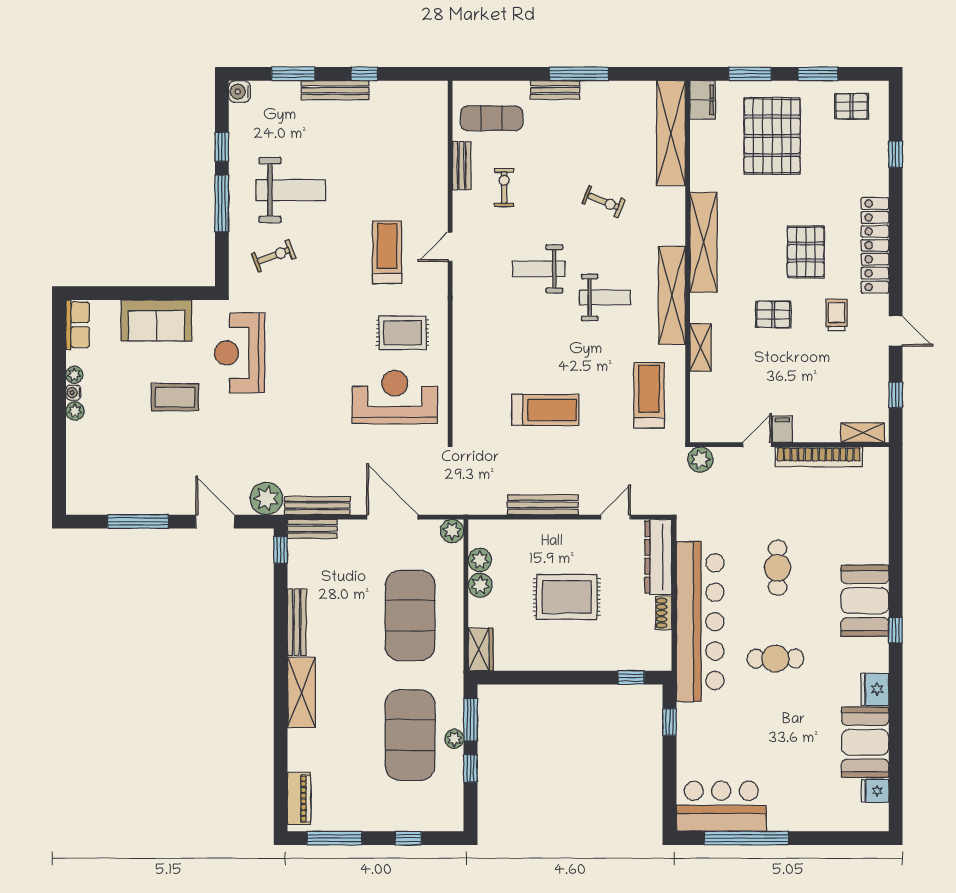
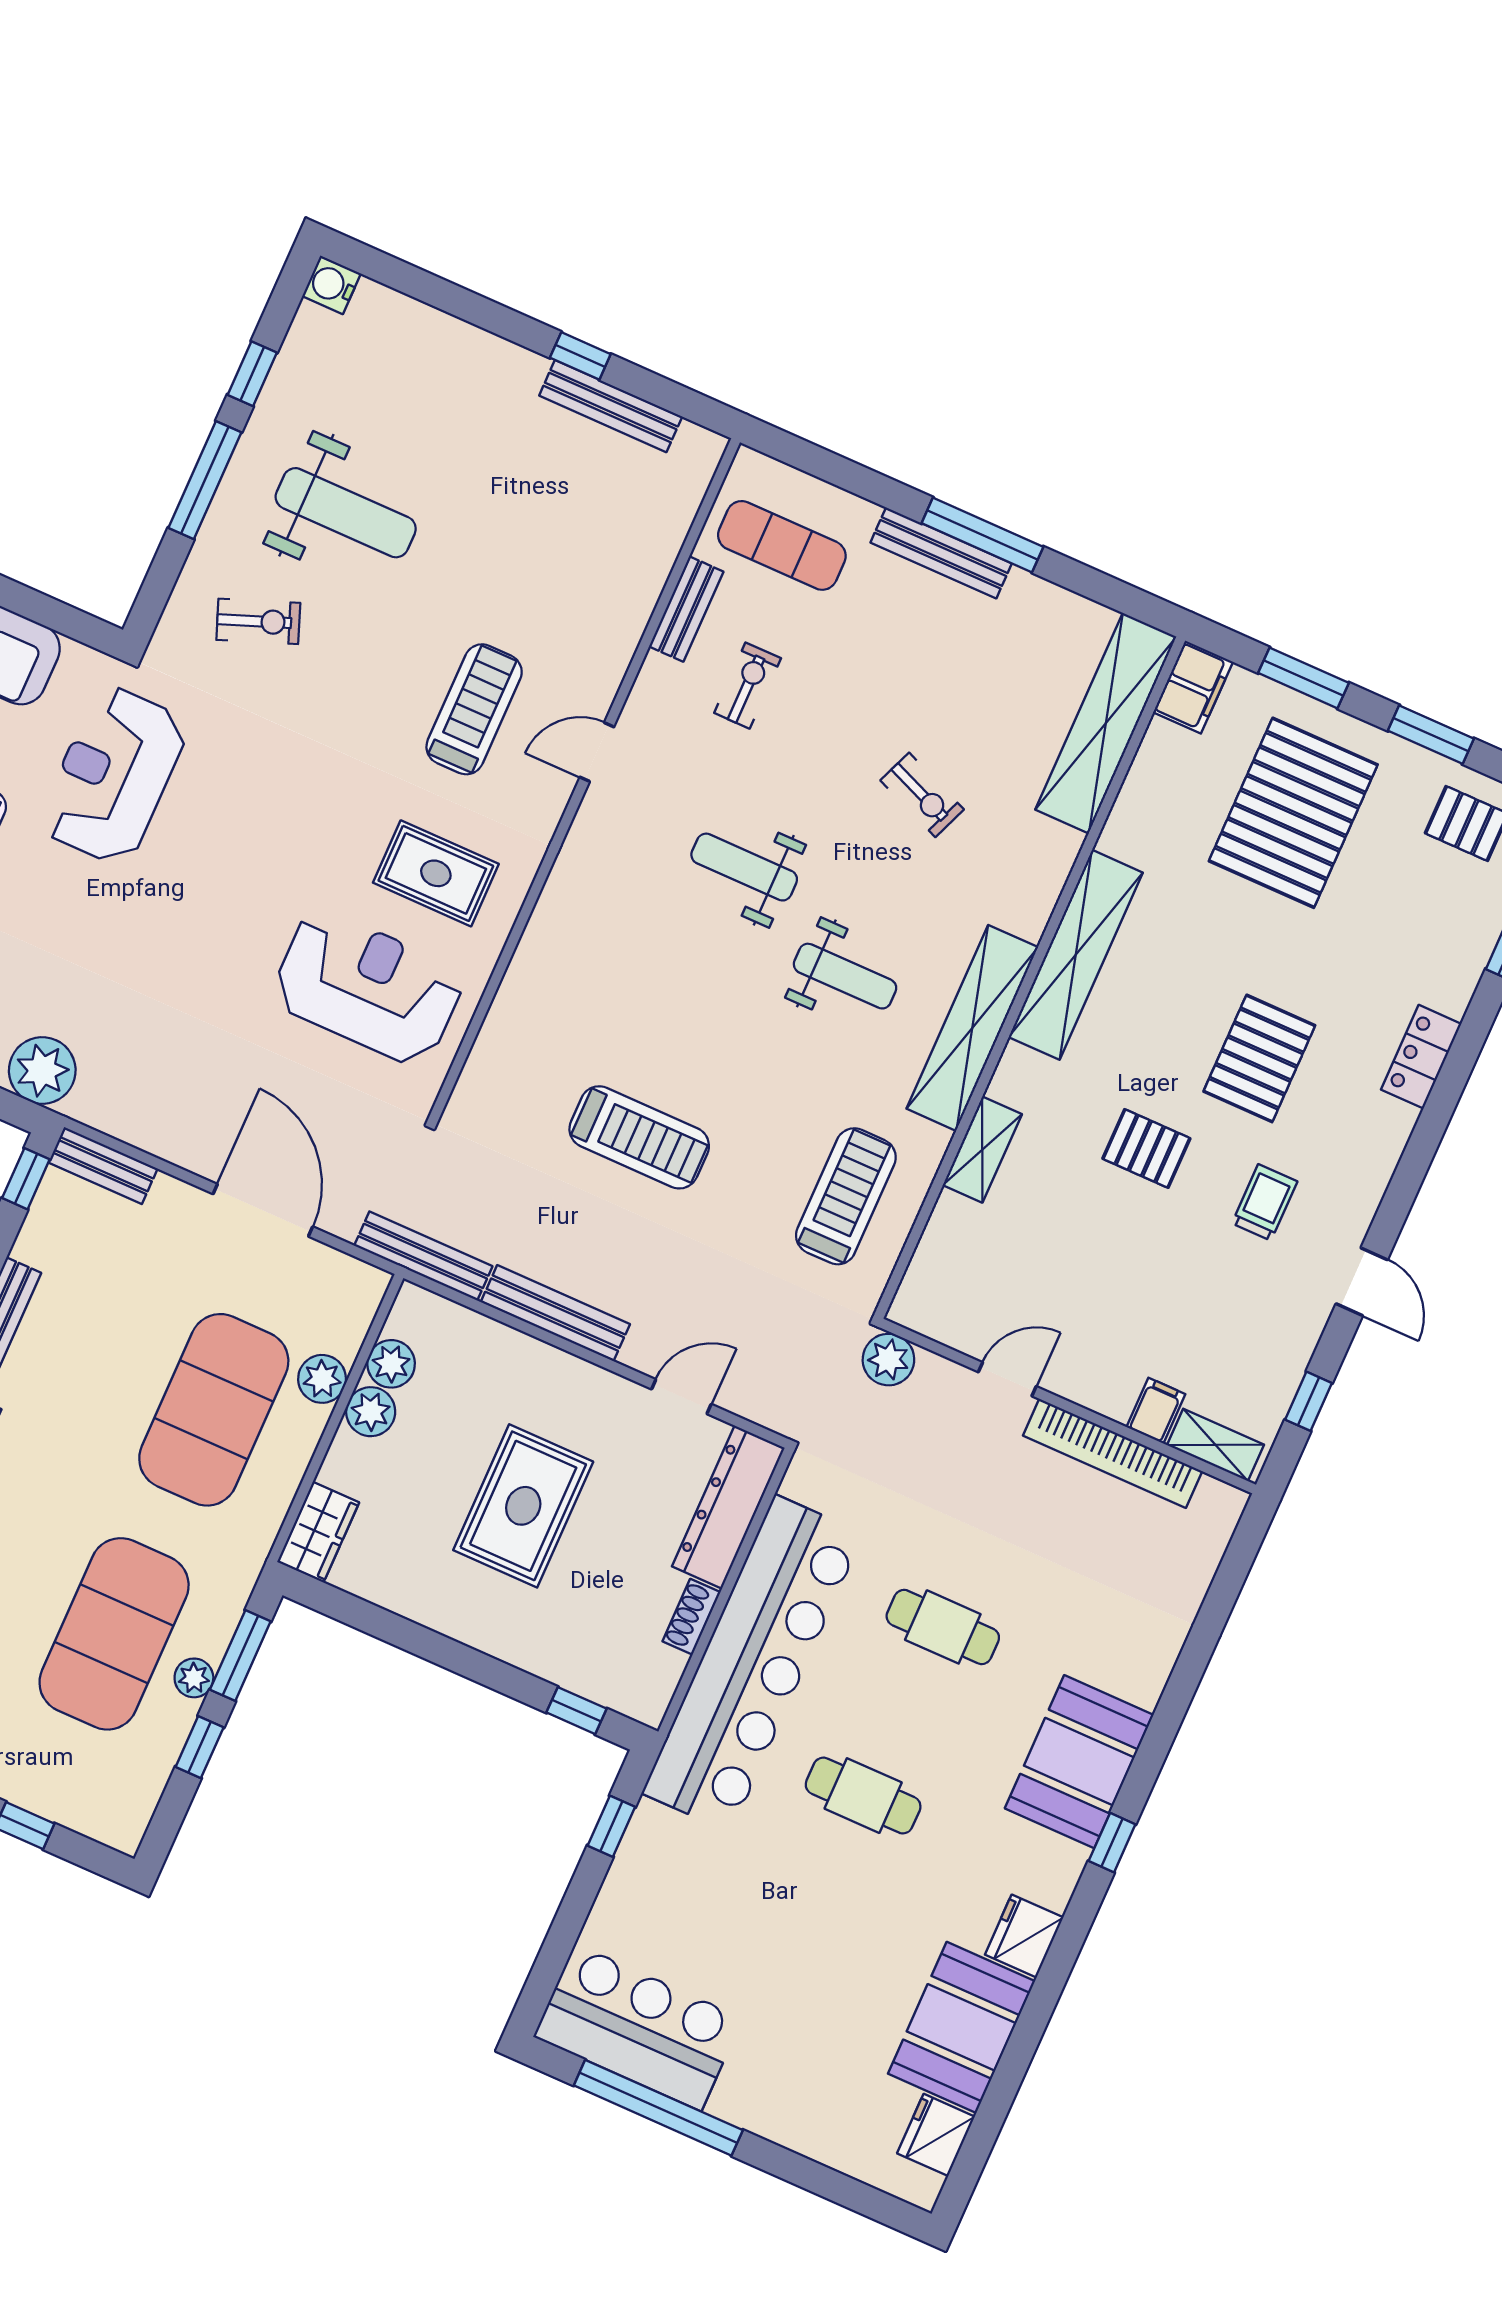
window: (293, 74) -> (447, 297), removed
bench: (335, 90) -> (611, 406), moved
bench: (555, 90) -> (941, 553), width x1.36
locker: (875, 245) -> (1421, 1057), width x0.46, depth x0.83
filing cabinet: (782, 429) -> (1156, 1411), moved
bench: (317, 506) -> (423, 1256), moved
plant: (452, 531) -> (322, 1379), moved
cafe table: (778, 568) -> (943, 1627), turned 90
rug: (567, 597) -> (523, 1506), turned 90
fridge: (875, 791) -> (936, 2135), width x1.38

